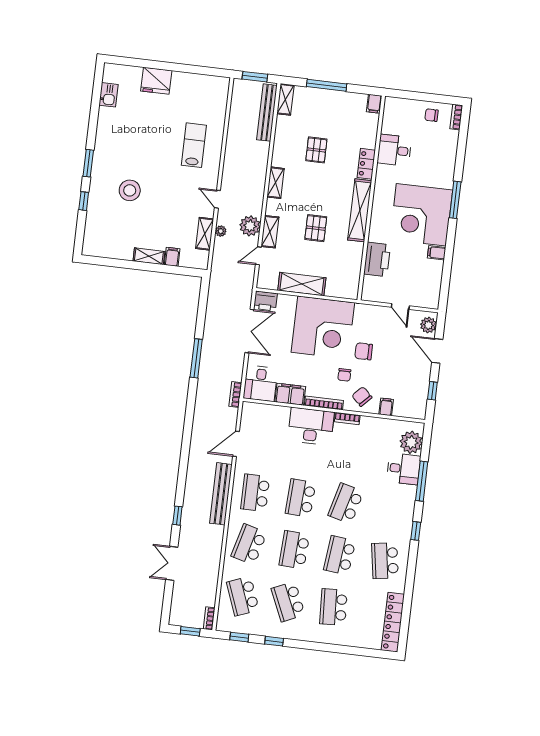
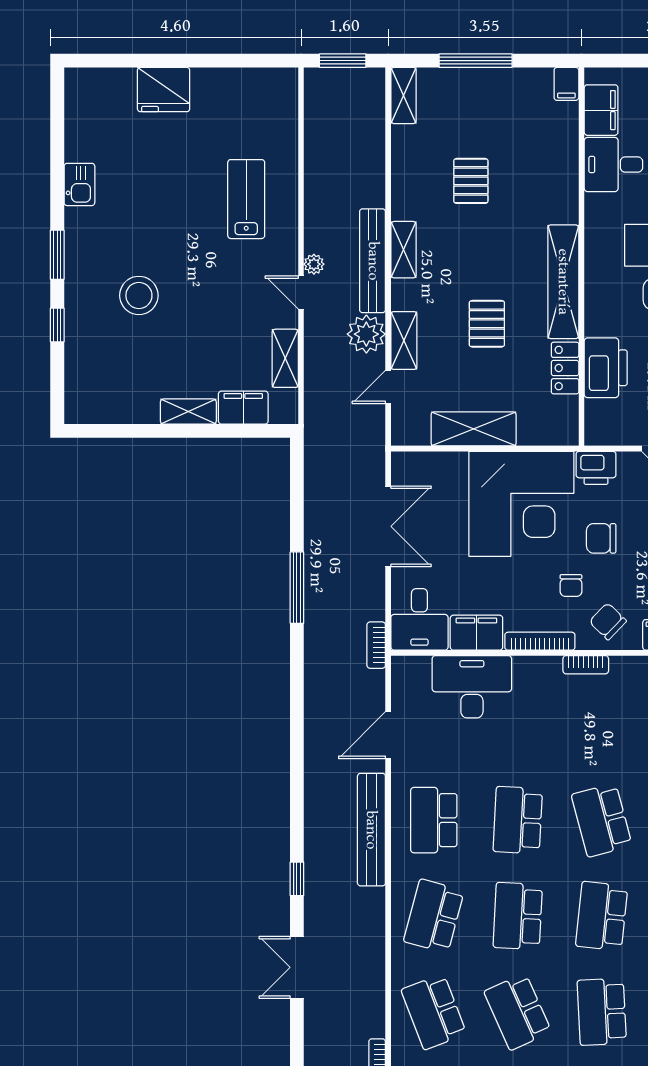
kitchen sink: (109, 95) -> (79, 184), moved
bench: (267, 113) -> (373, 261), moved
filing cabinet: (391, 120) -> (601, 110), added
locker: (366, 164) -> (565, 368), moved
plant: (221, 231) -> (314, 264), moved
filing cabinet: (172, 257) -> (243, 408), width x2.00
printer: (265, 301) -> (596, 468), moved
desk: (311, 426) -> (472, 687), moved
school desk: (346, 503) -> (602, 820), turned -30

